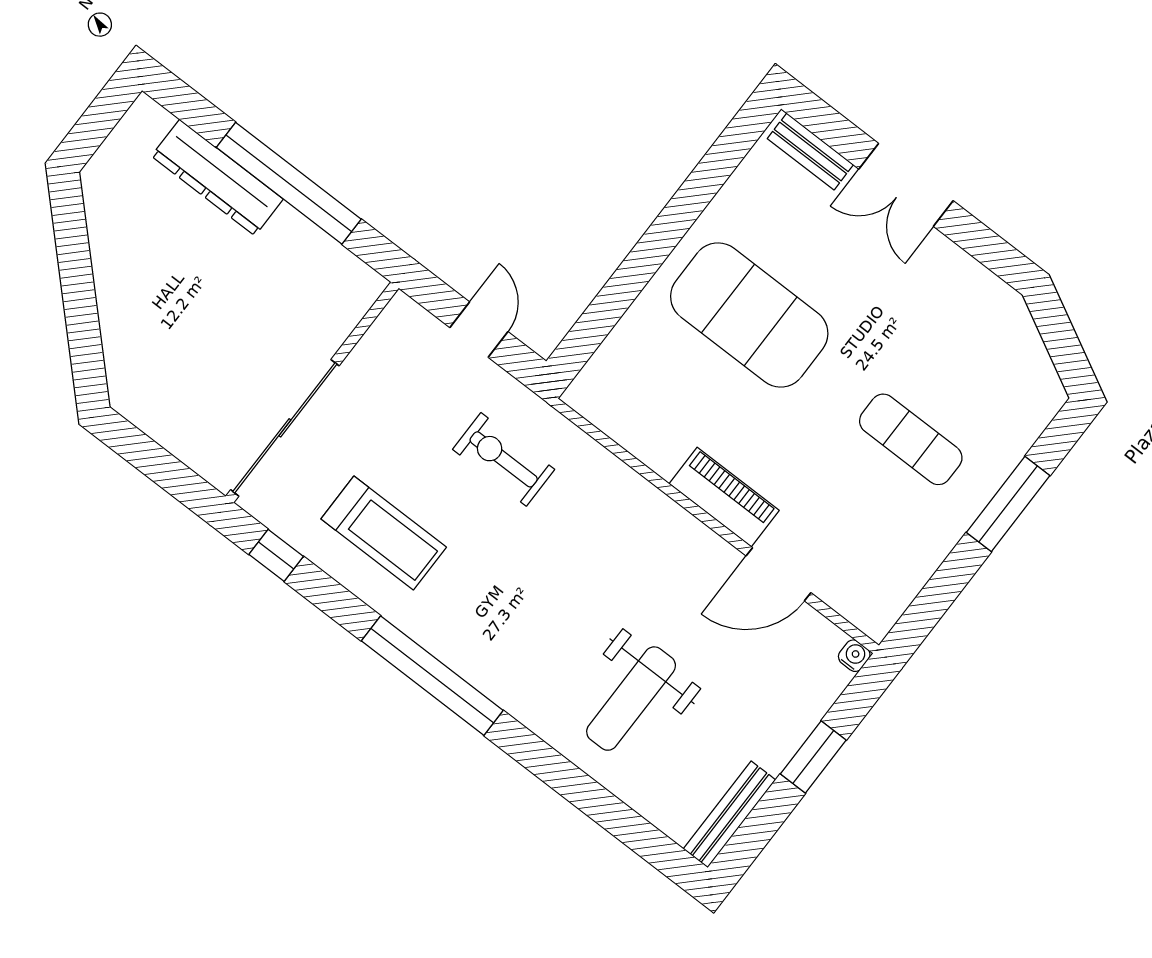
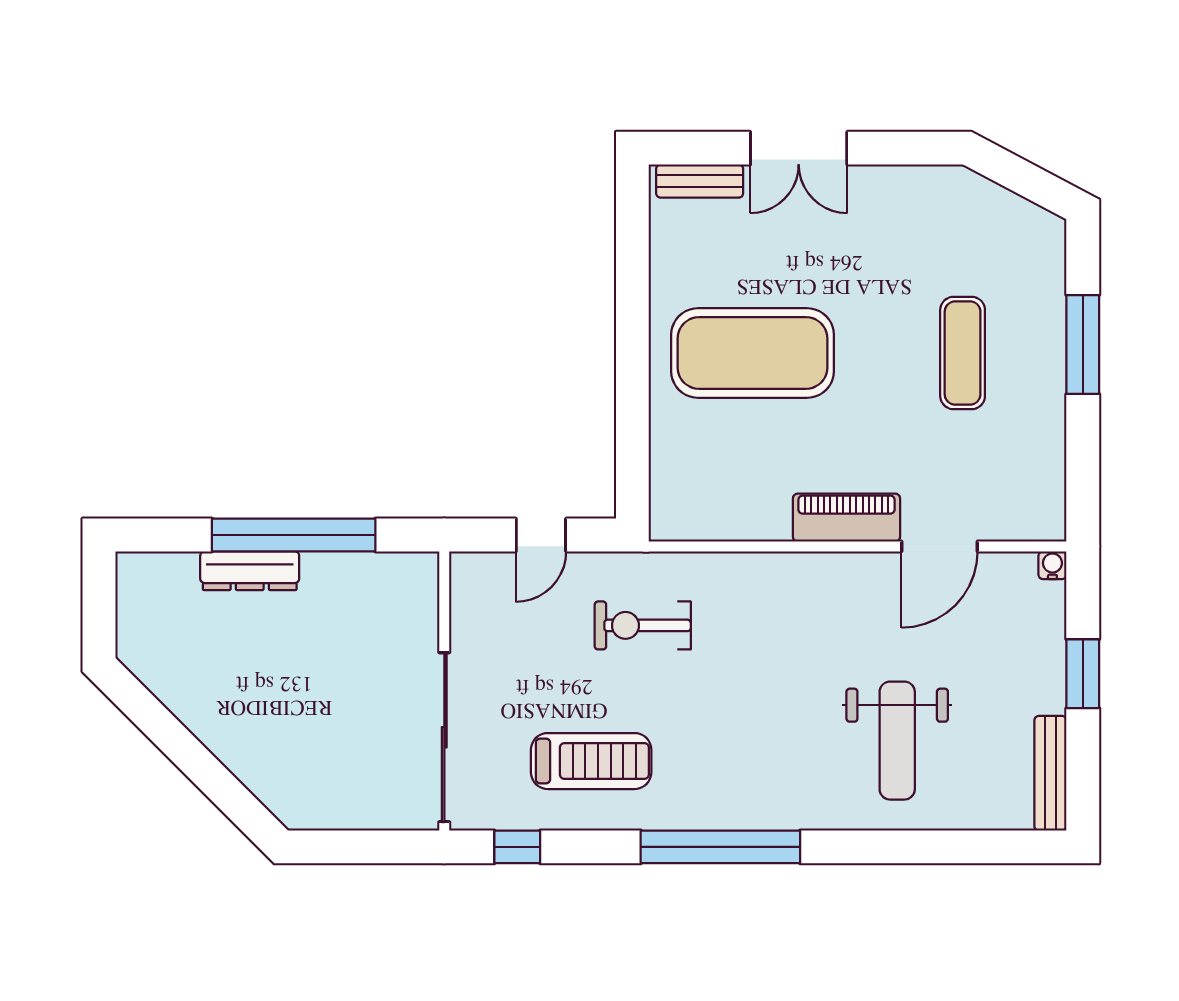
dresser: (217, 178) -> (250, 571), width x0.73, depth x0.80
door: (479, 330) -> (541, 535), swing flipped
exercise mat: (911, 439) -> (963, 353), turned 90

